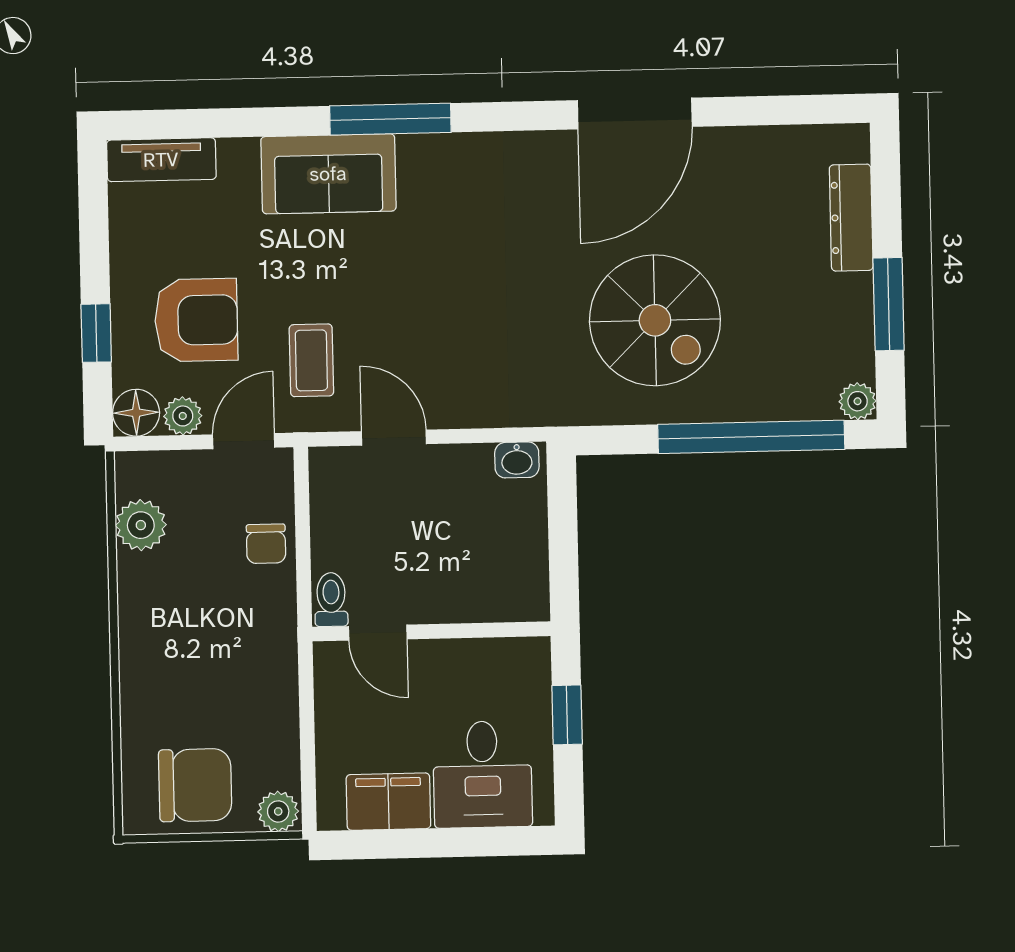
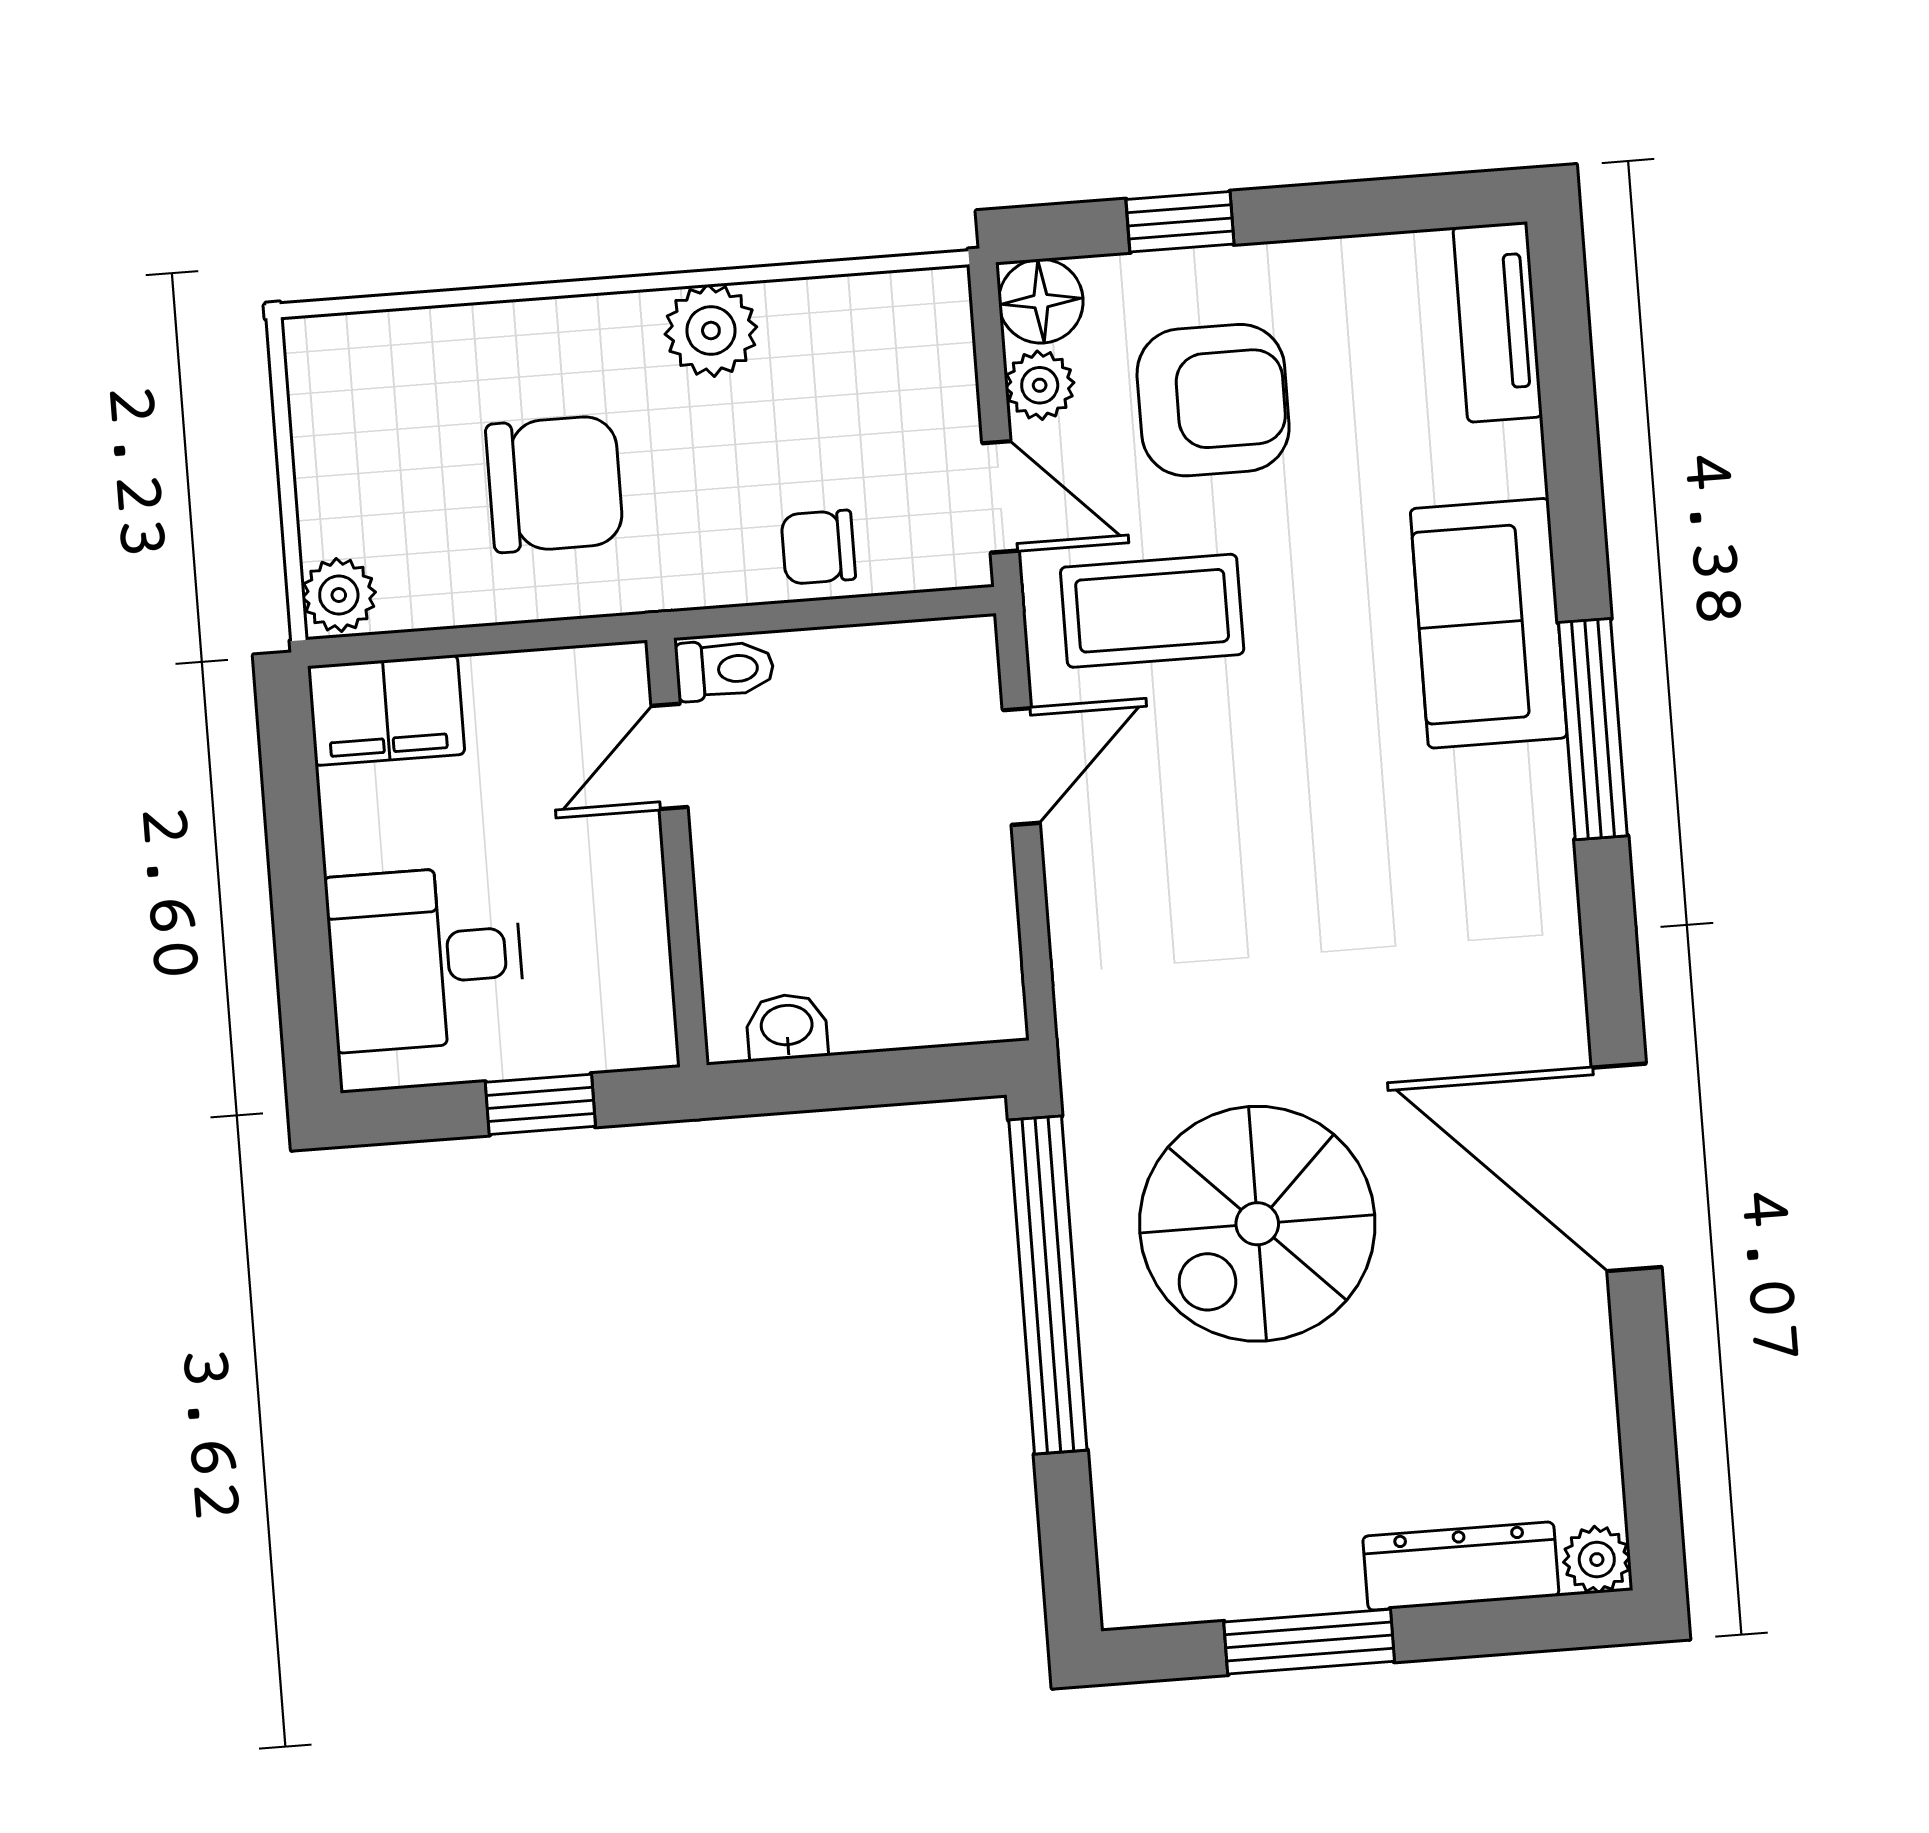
armchair: (196, 320) -> (1213, 400), turned -90
coffee table: (311, 360) -> (1152, 611), width x1.36, depth x1.30
plant: (858, 401) -> (1597, 1560), moved
window: (751, 437) -> (1048, 1285), moved
washbasin: (517, 460) -> (787, 1027), moved, turned 90
plant: (141, 525) -> (711, 330), moved
chair: (195, 785) -> (555, 484), moved, turned -90
filing cabinet: (388, 802) -> (386, 710), moved, turned 90

